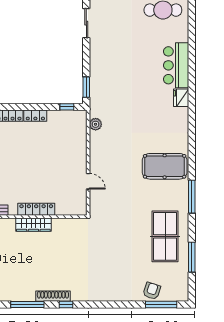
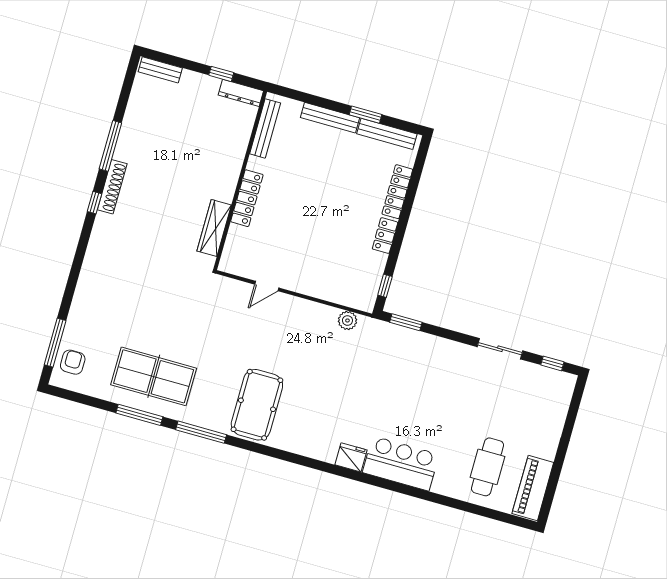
wardrobe: (33, 225) -> (214, 228), moved
window: (192, 257) -> (139, 415), moved
armchair: (152, 291) -> (73, 362), moved, turned -108

